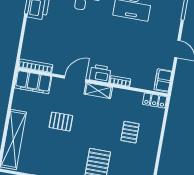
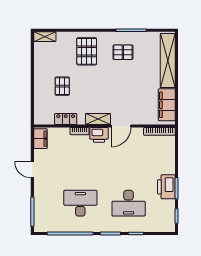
filing cabinet: (33, 82) -> (167, 105), moved, turned -90
locker: (155, 101) -> (66, 119), moved
pallet: (61, 122) -> (123, 52), moved

